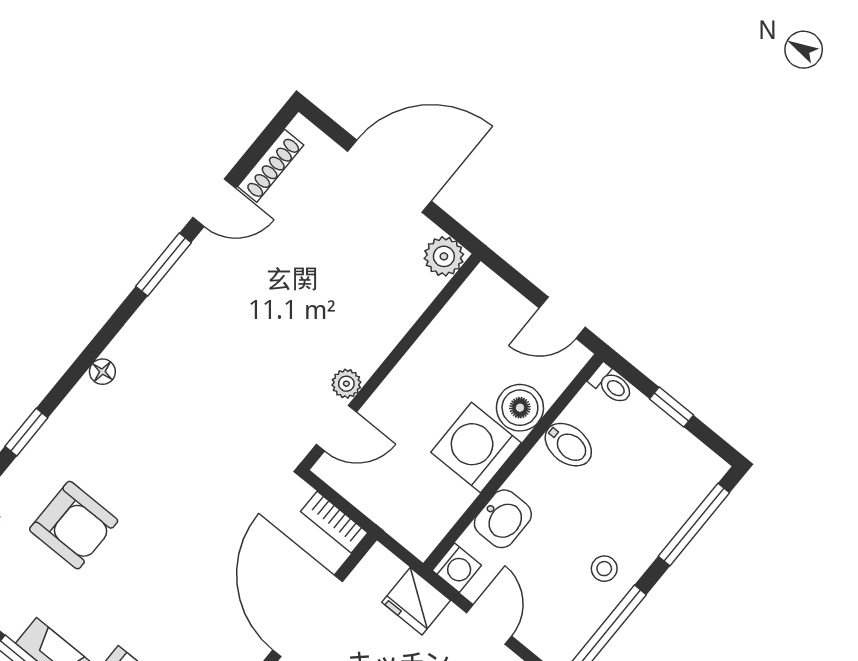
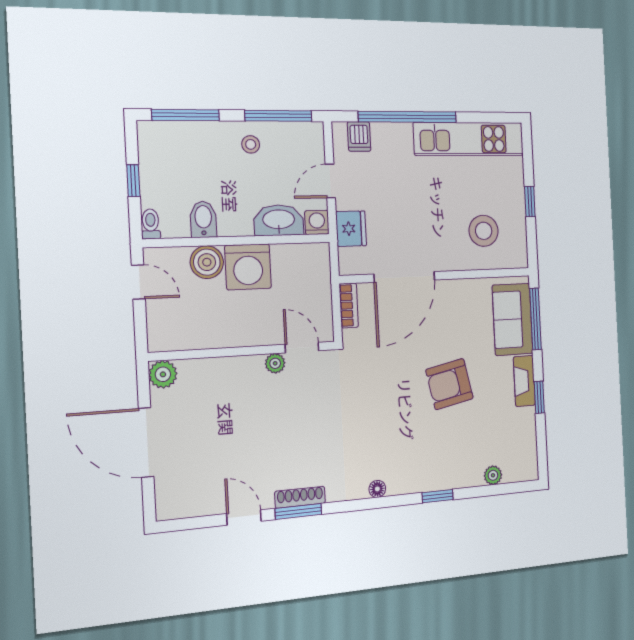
shoe rack: (271, 166) -> (300, 497), moved
washbasin: (503, 519) -> (279, 220), width x1.38
armchair: (74, 525) -> (449, 384), moved, turned -102

